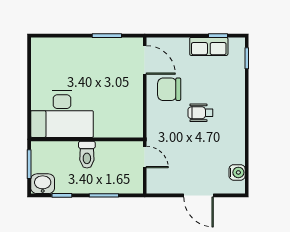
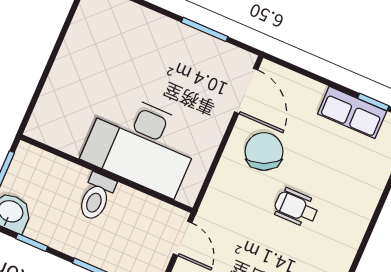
chair: (169, 89) -> (264, 151), turned 67
desk: (62, 114) -> (142, 144), moved

